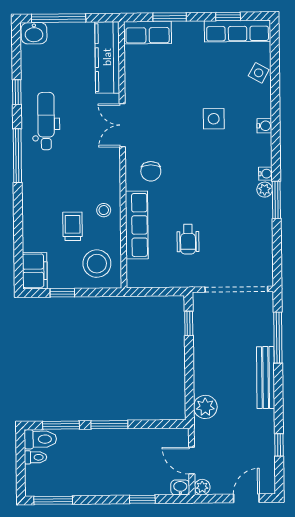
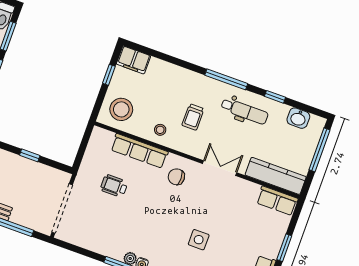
window: (170, 17) -> (284, 248), moved
washbasin: (34, 33) -> (298, 118), moved, turned -90
row of seats: (148, 33) -> (277, 201), moved, turned -90
trolley: (73, 226) -> (193, 117), moved, turned 90
window: (189, 323) -> (30, 155), moved

